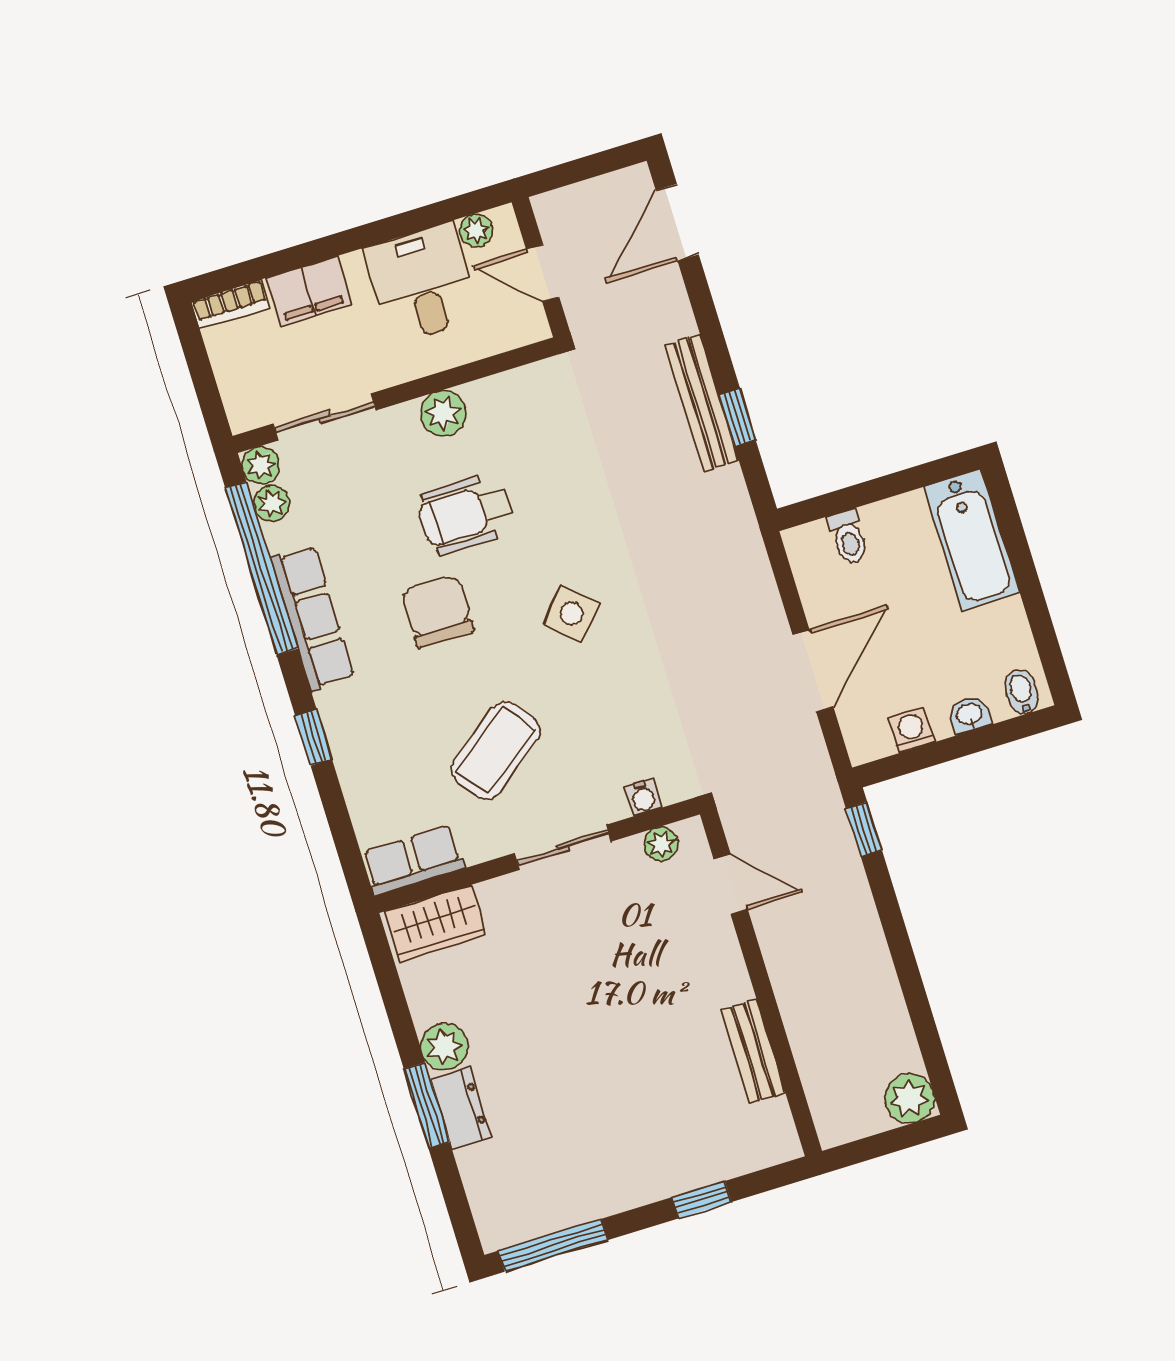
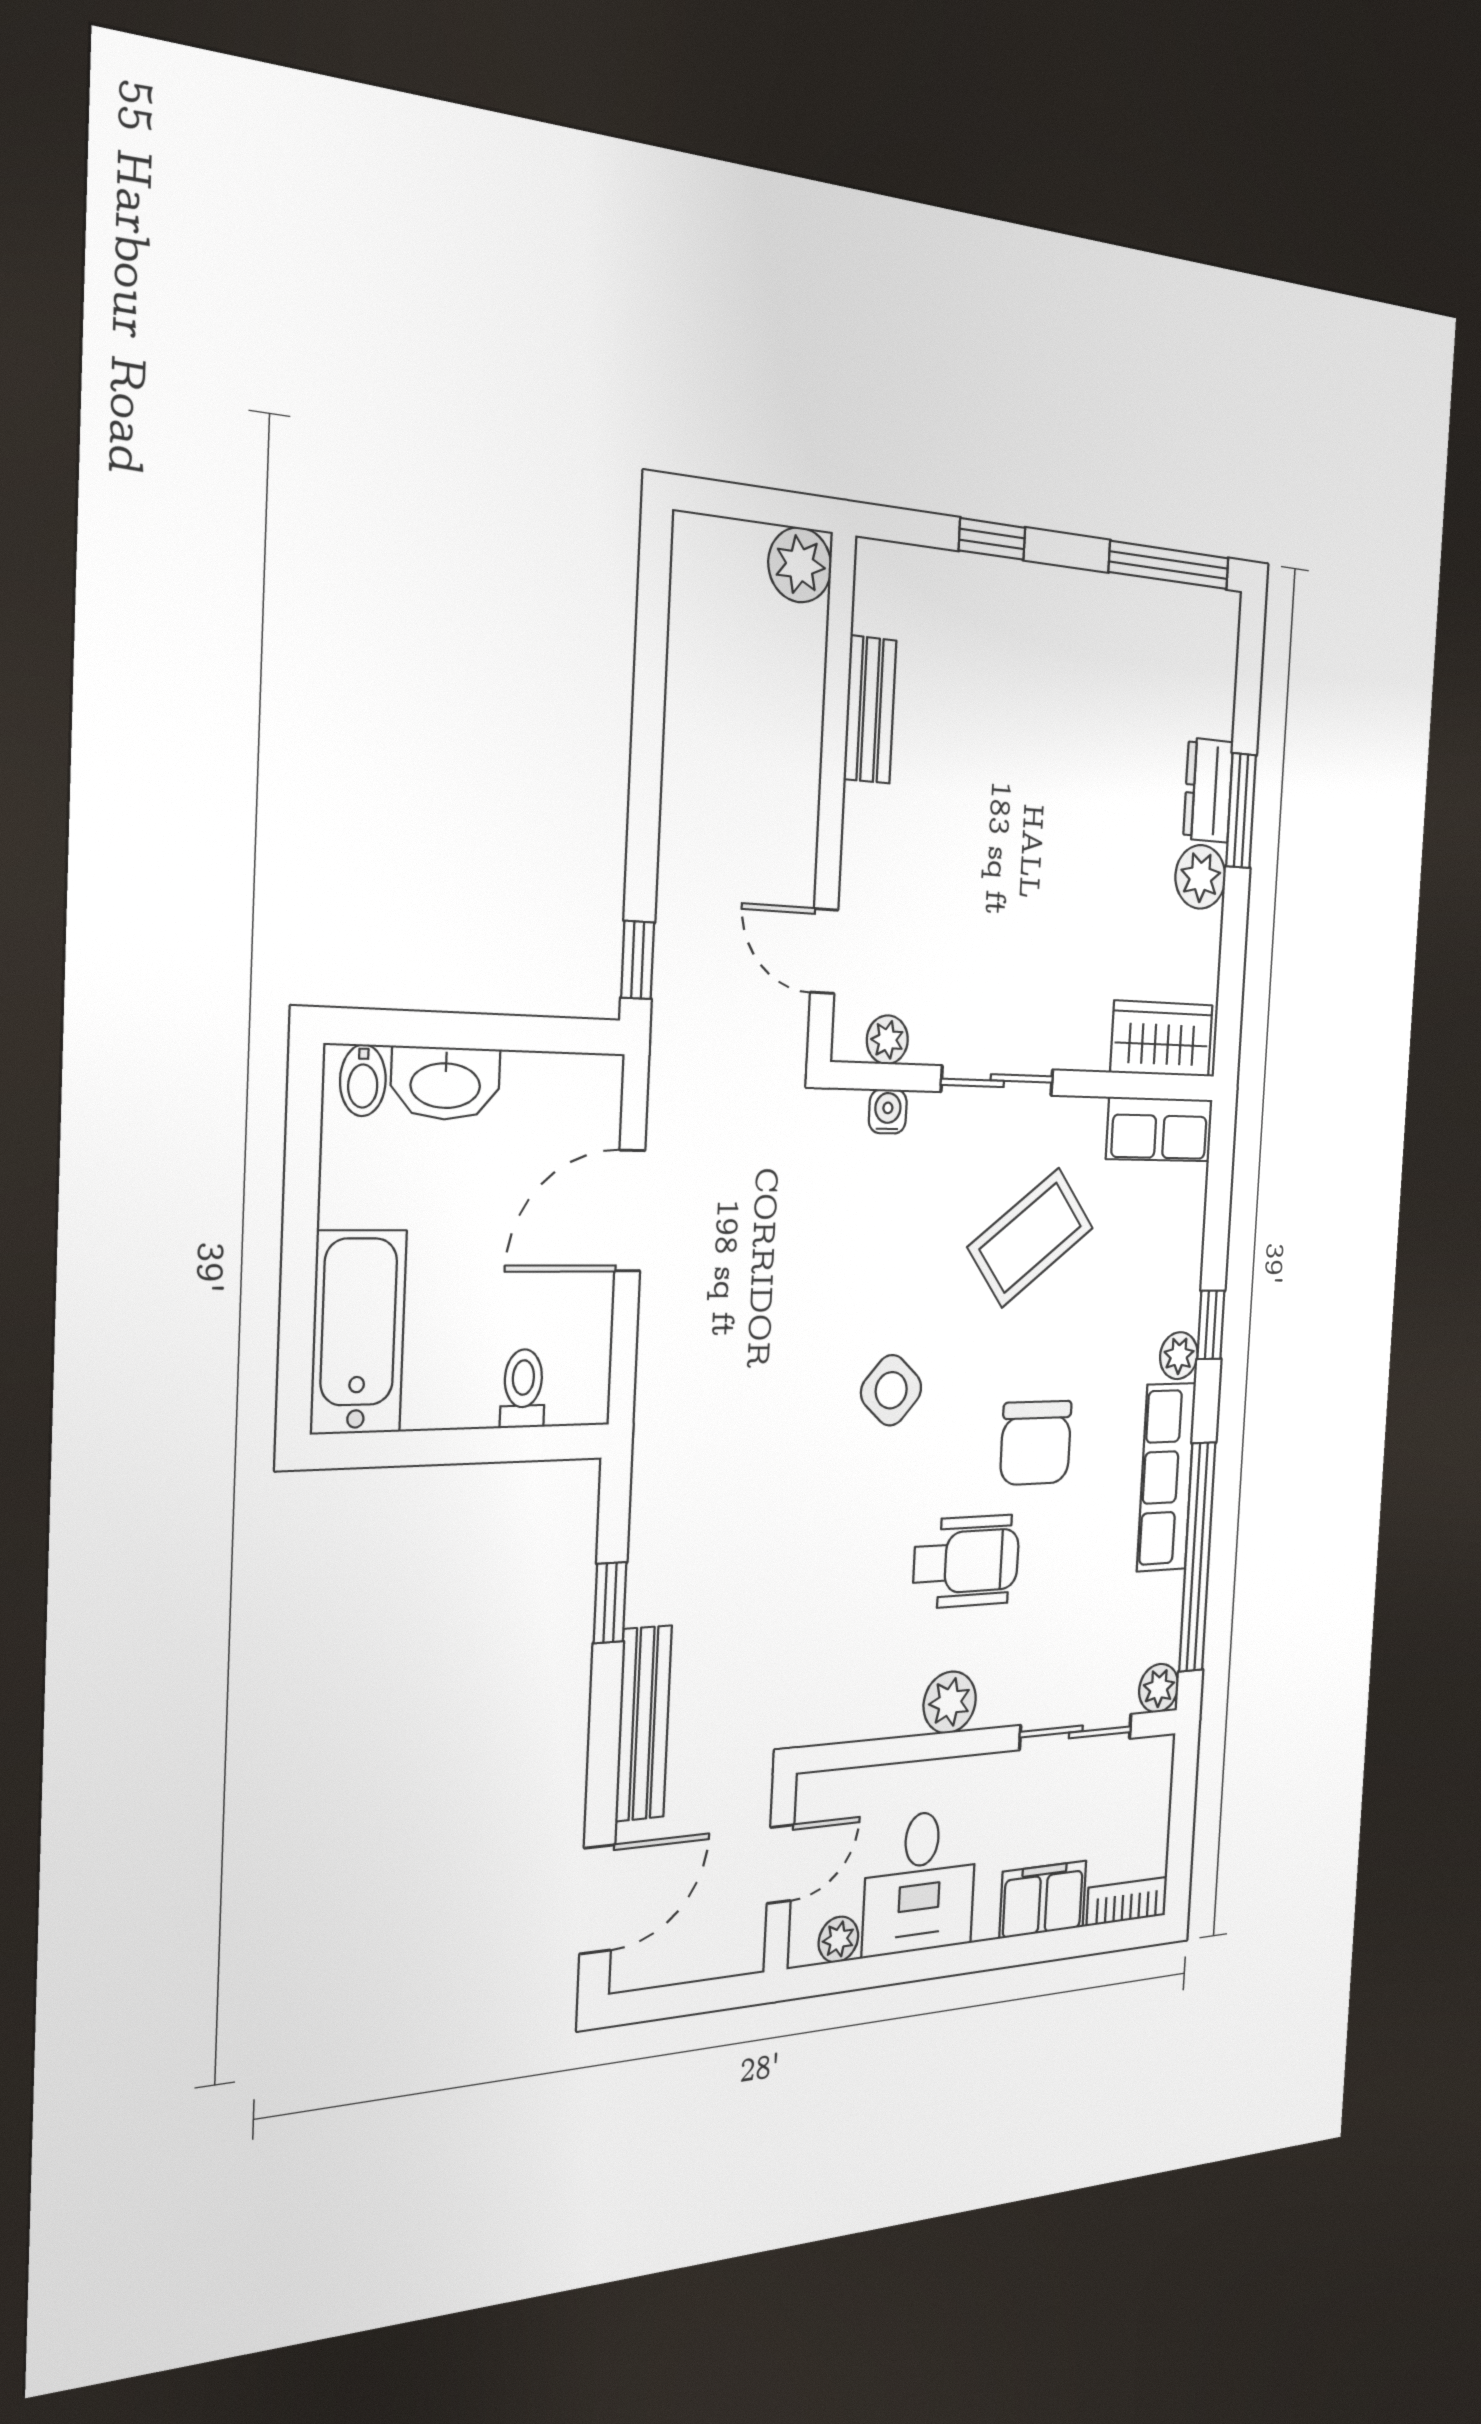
door: (543, 273) -> (781, 1864), hinge flipped
bench: (702, 403) -> (644, 1723), moved
plant: (272, 503) -> (1179, 1356), moved
washbasin: (970, 715) -> (445, 1083), width x1.91, depth x1.45
washing machine: (911, 730) -> (530, 1080), removed
plant: (909, 1098) -> (800, 565), moved

